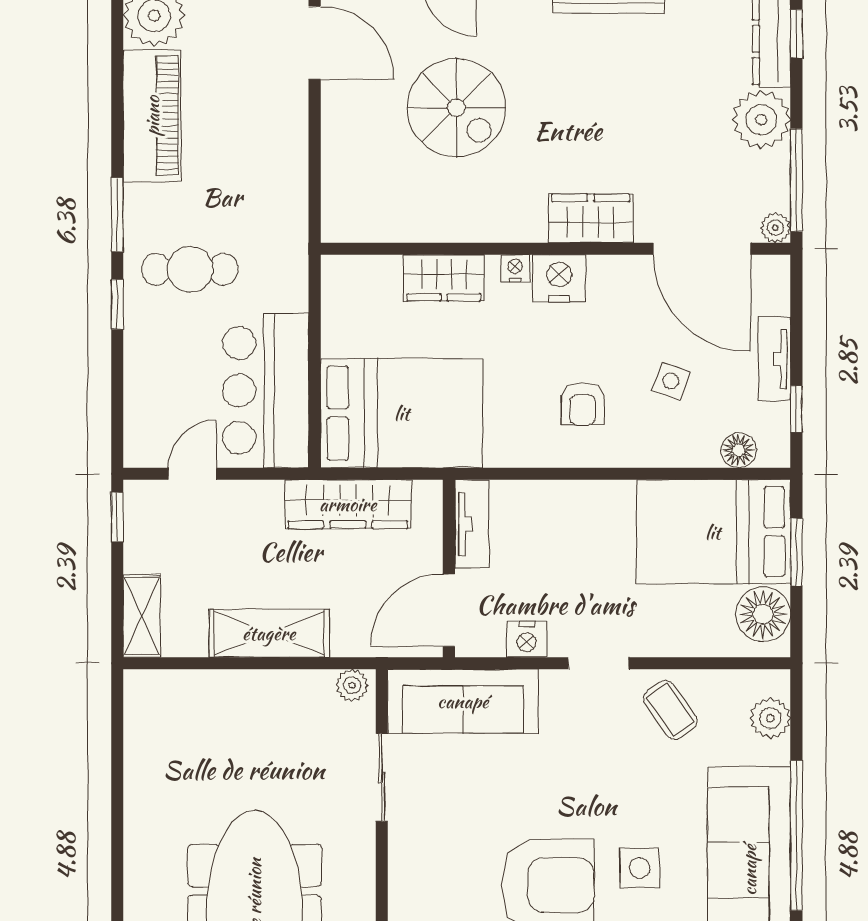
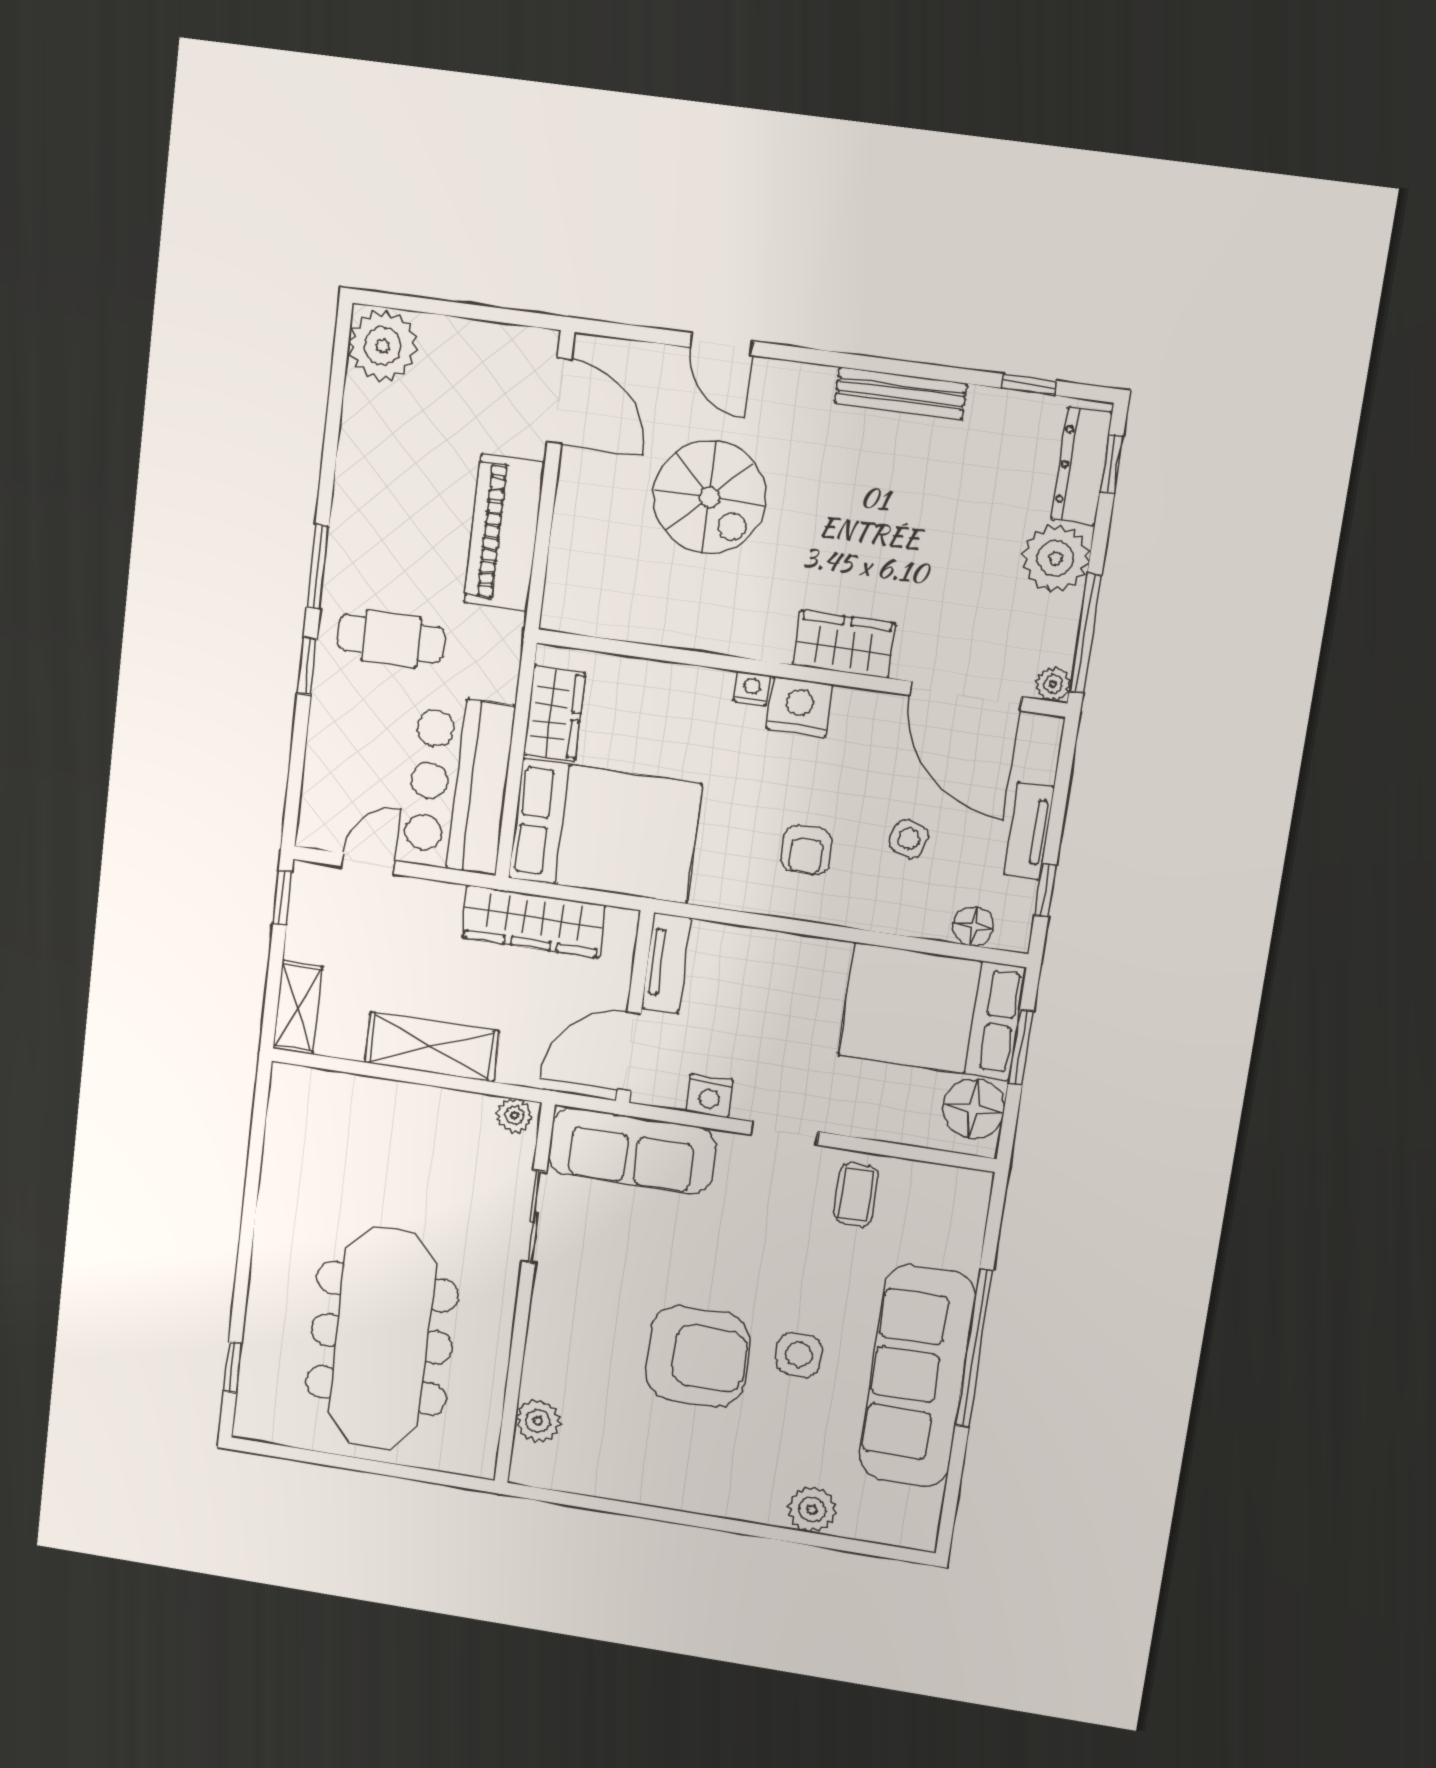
piano: (152, 116) -> (504, 533), moved, turned 180
wardrobe: (444, 278) -> (554, 714), moved, turned -90
coffee table: (670, 710) -> (856, 1195), turned 35
plant: (770, 718) -> (964, 1220), removed

